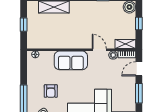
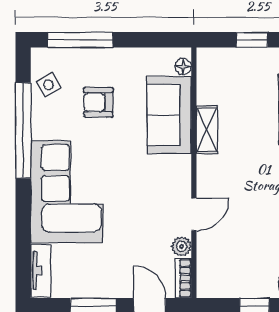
shelving: (125, 44) -> (207, 130), moved
sofa: (71, 60) -> (169, 115), moved

